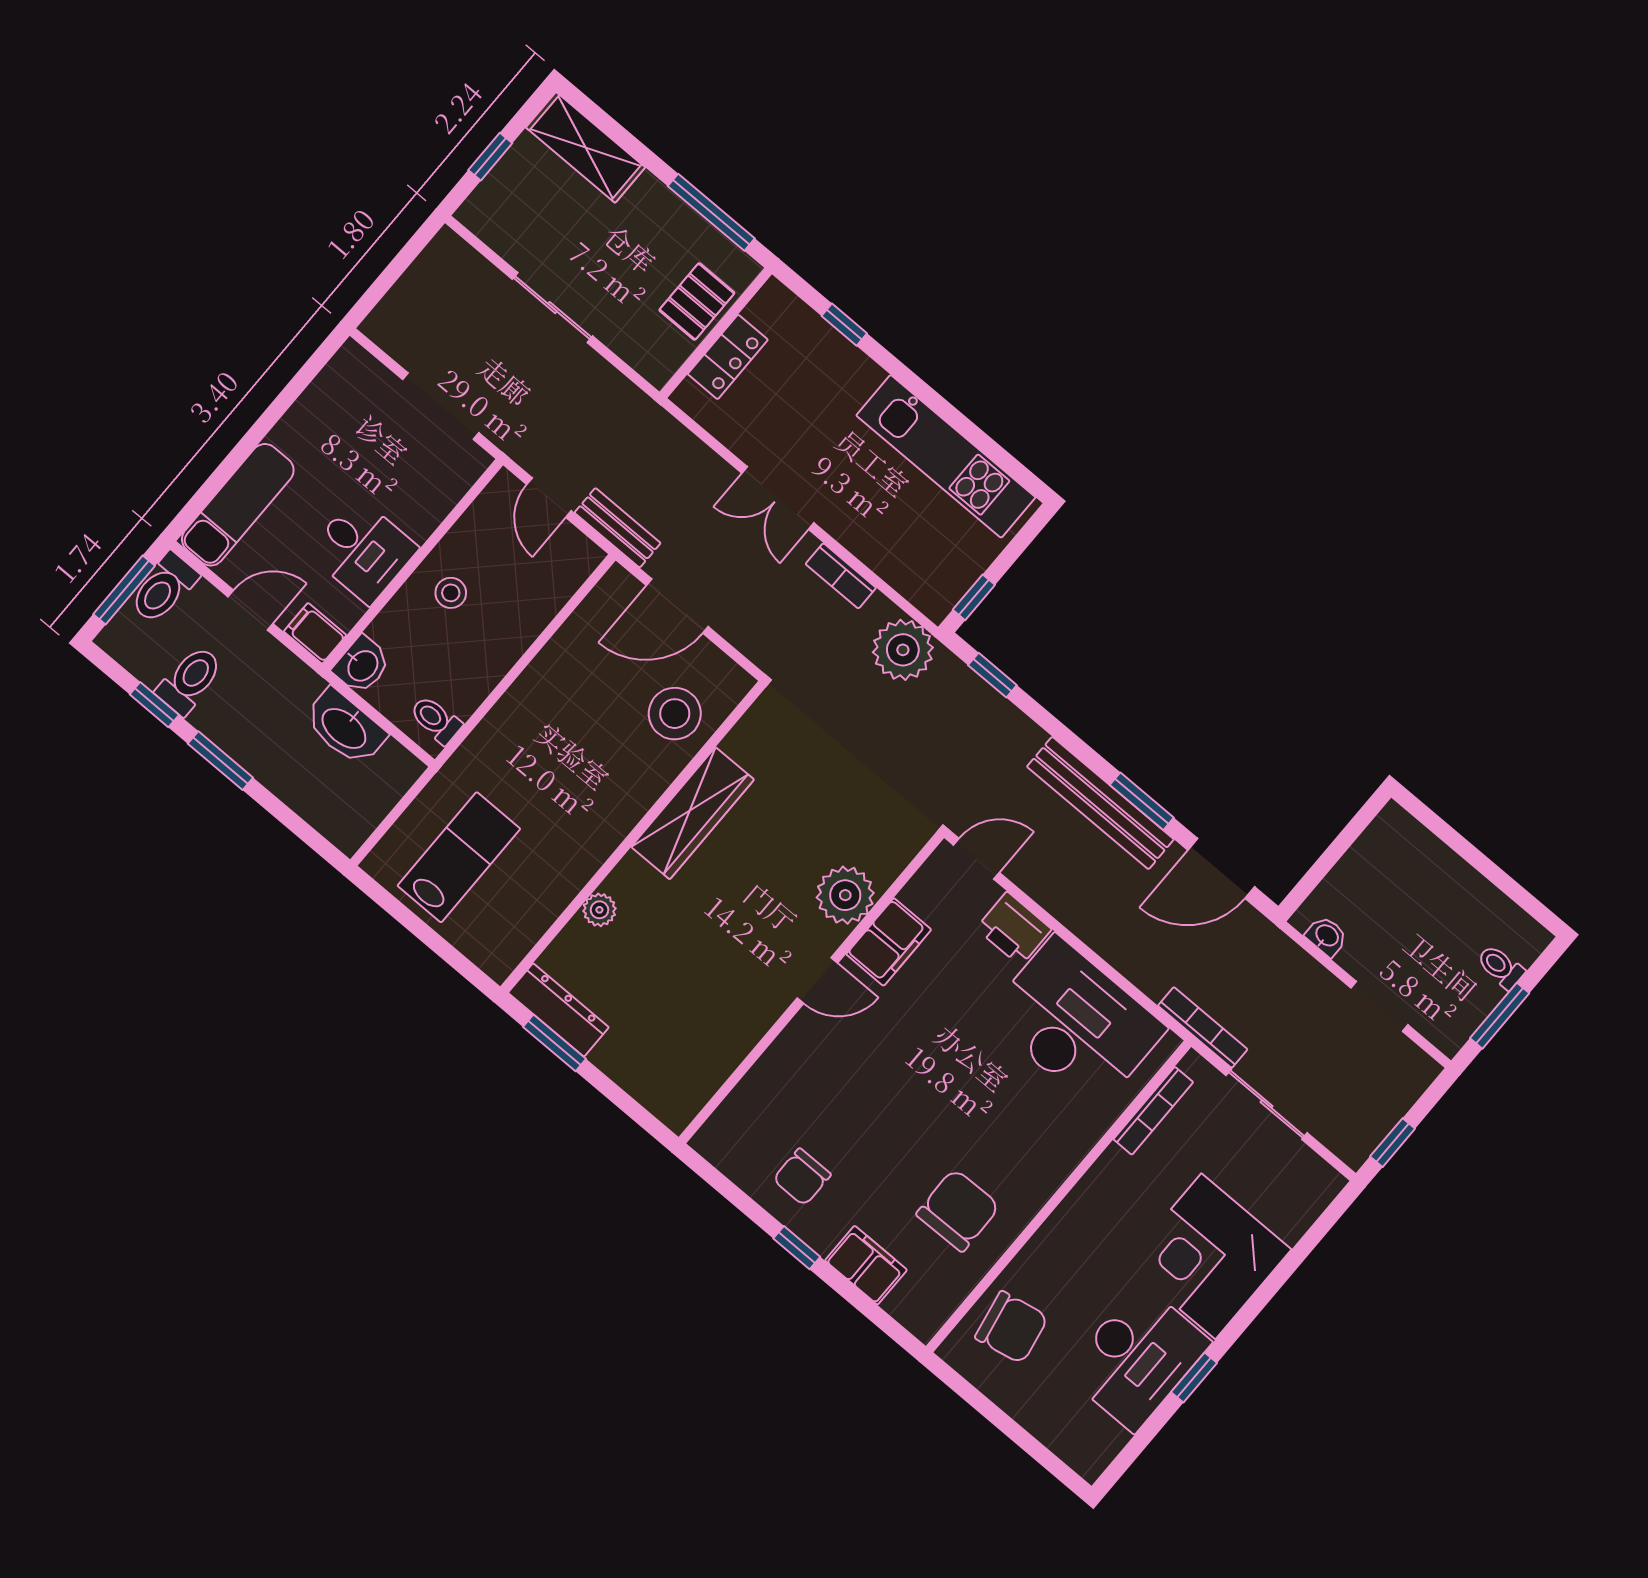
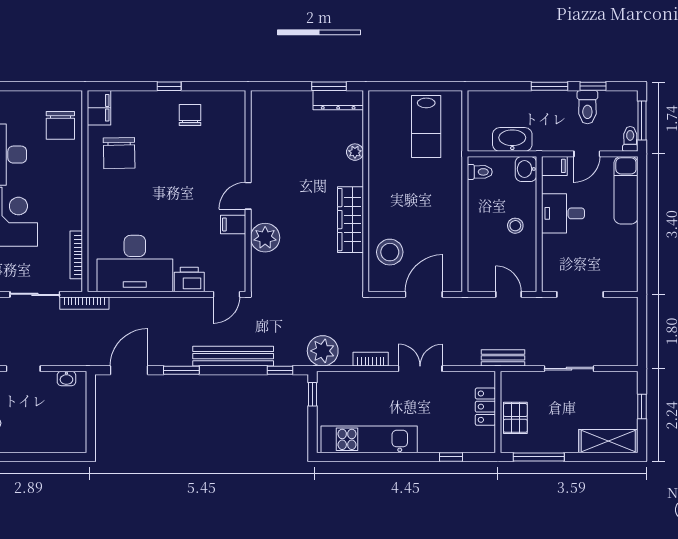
bench: (618, 528) -> (503, 358), moved
toilet: (164, 588) -> (630, 139), width x0.73, depth x0.72
bench: (1100, 803) -> (233, 356), moved
filing cabinet: (889, 942) -> (233, 224), width x0.50
filing cabinet: (866, 1265) -> (99, 108), moved, turned -90
chair: (1012, 1327) -> (60, 125), turned -79

